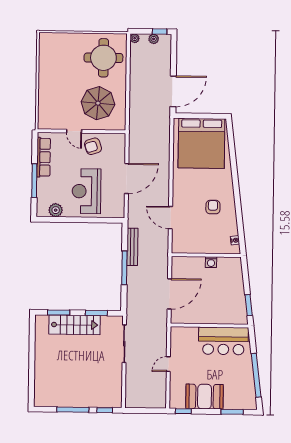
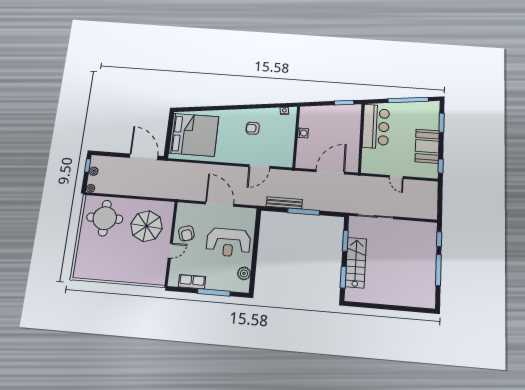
row of seats: (44, 157) -> (192, 282), width x0.68
door: (169, 294) -> (330, 172), hinge flipped

